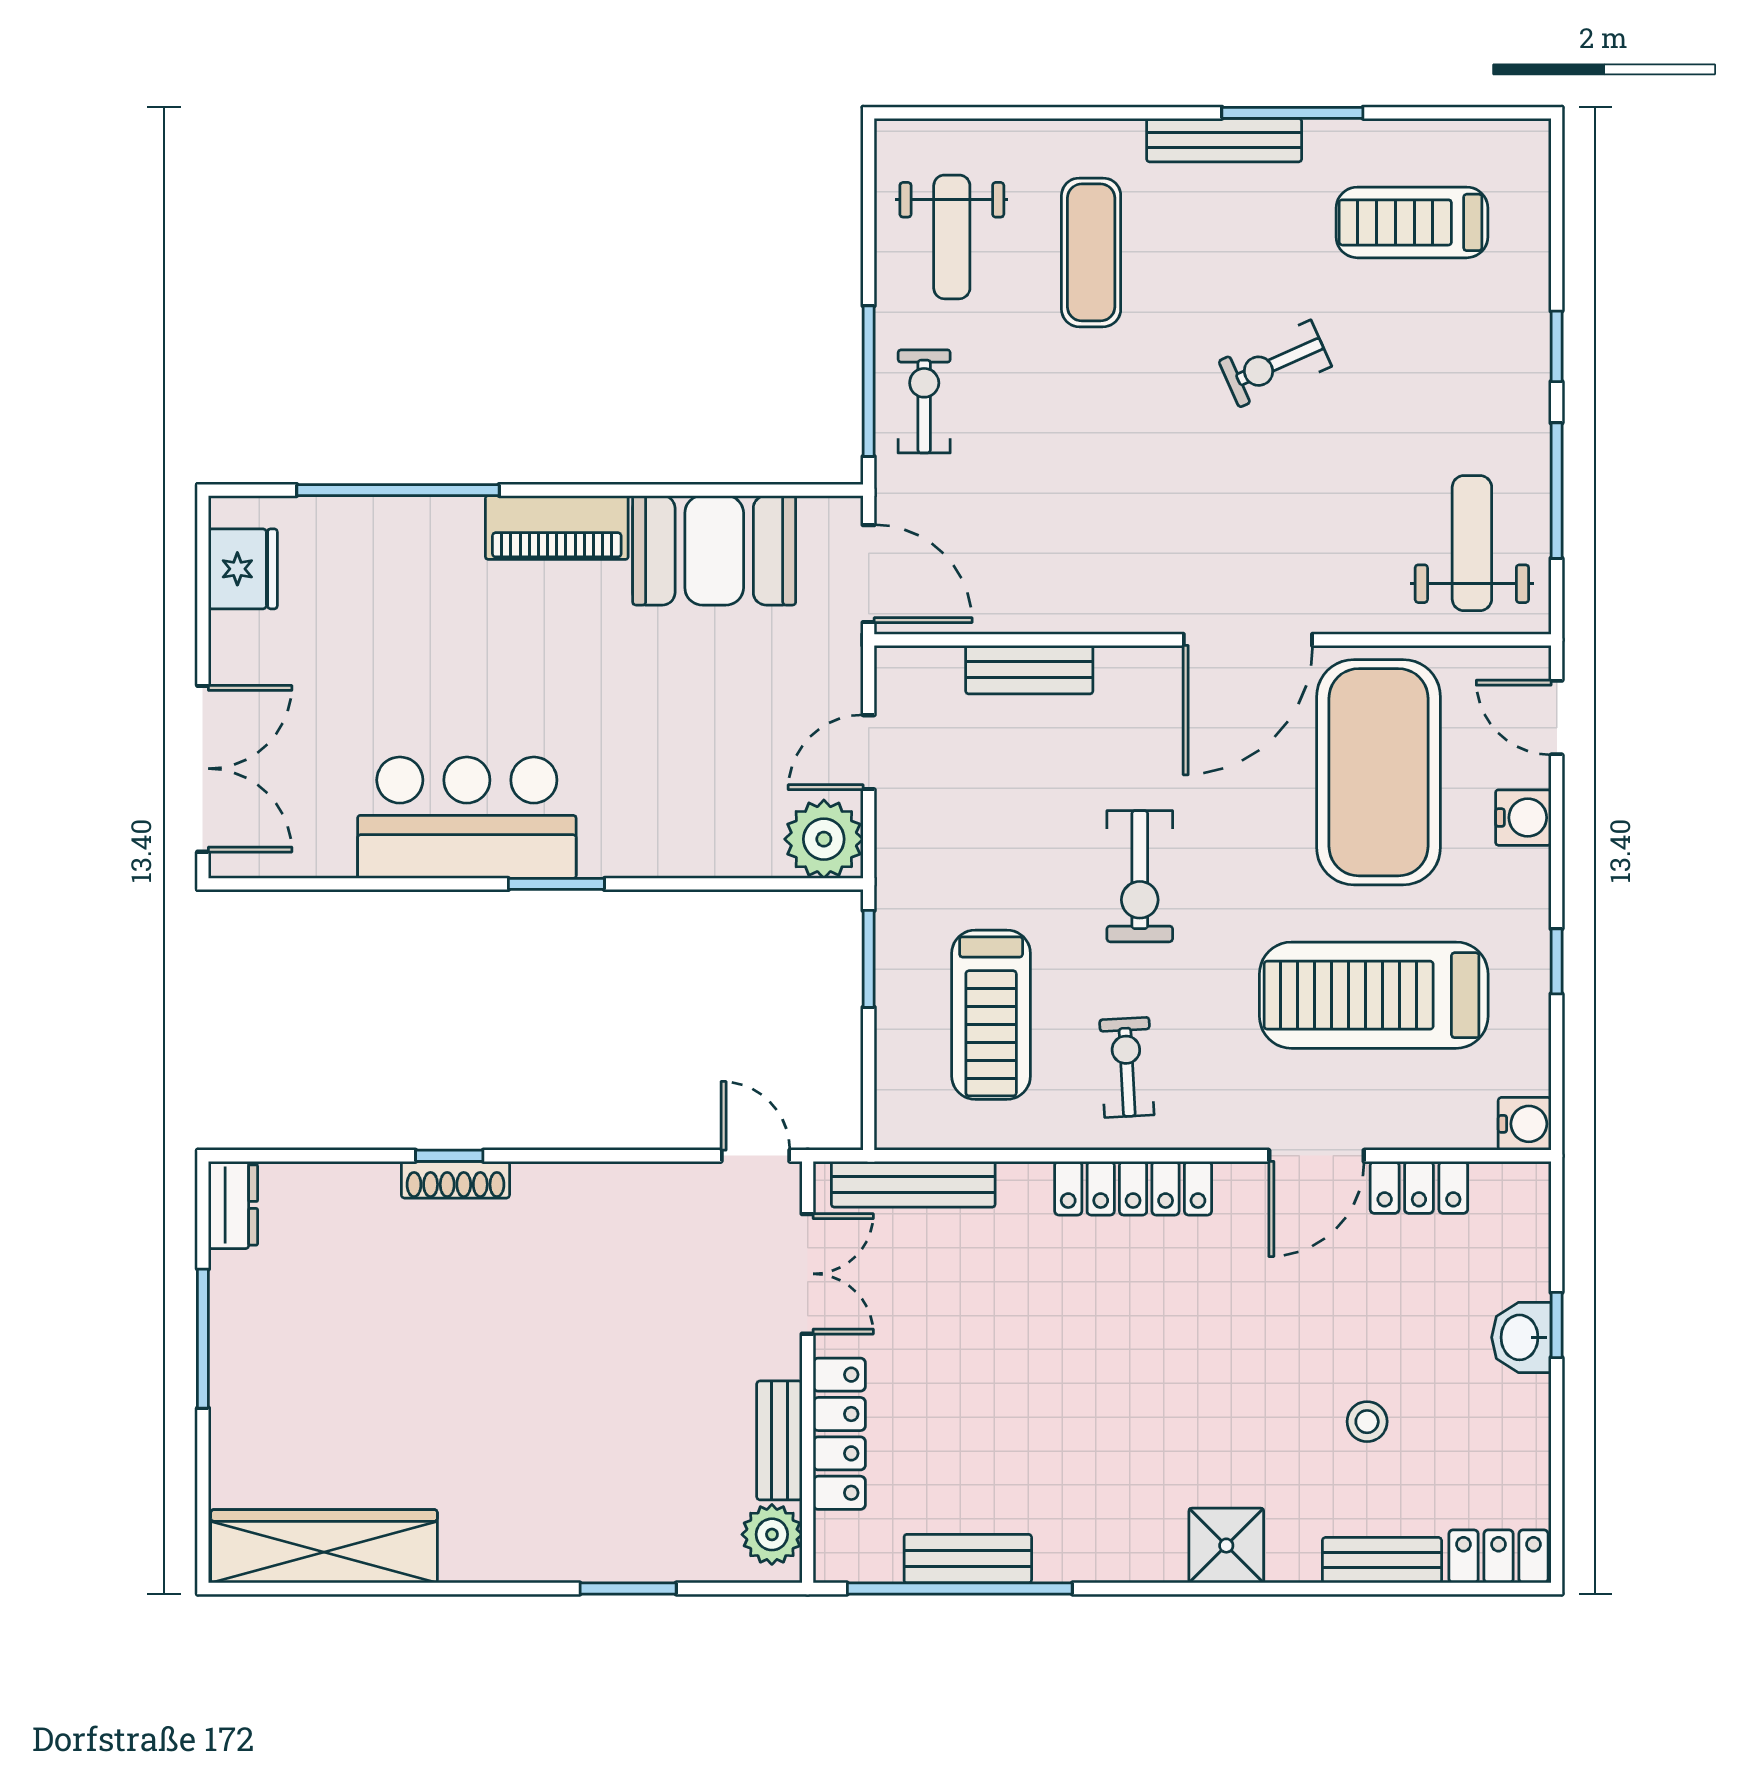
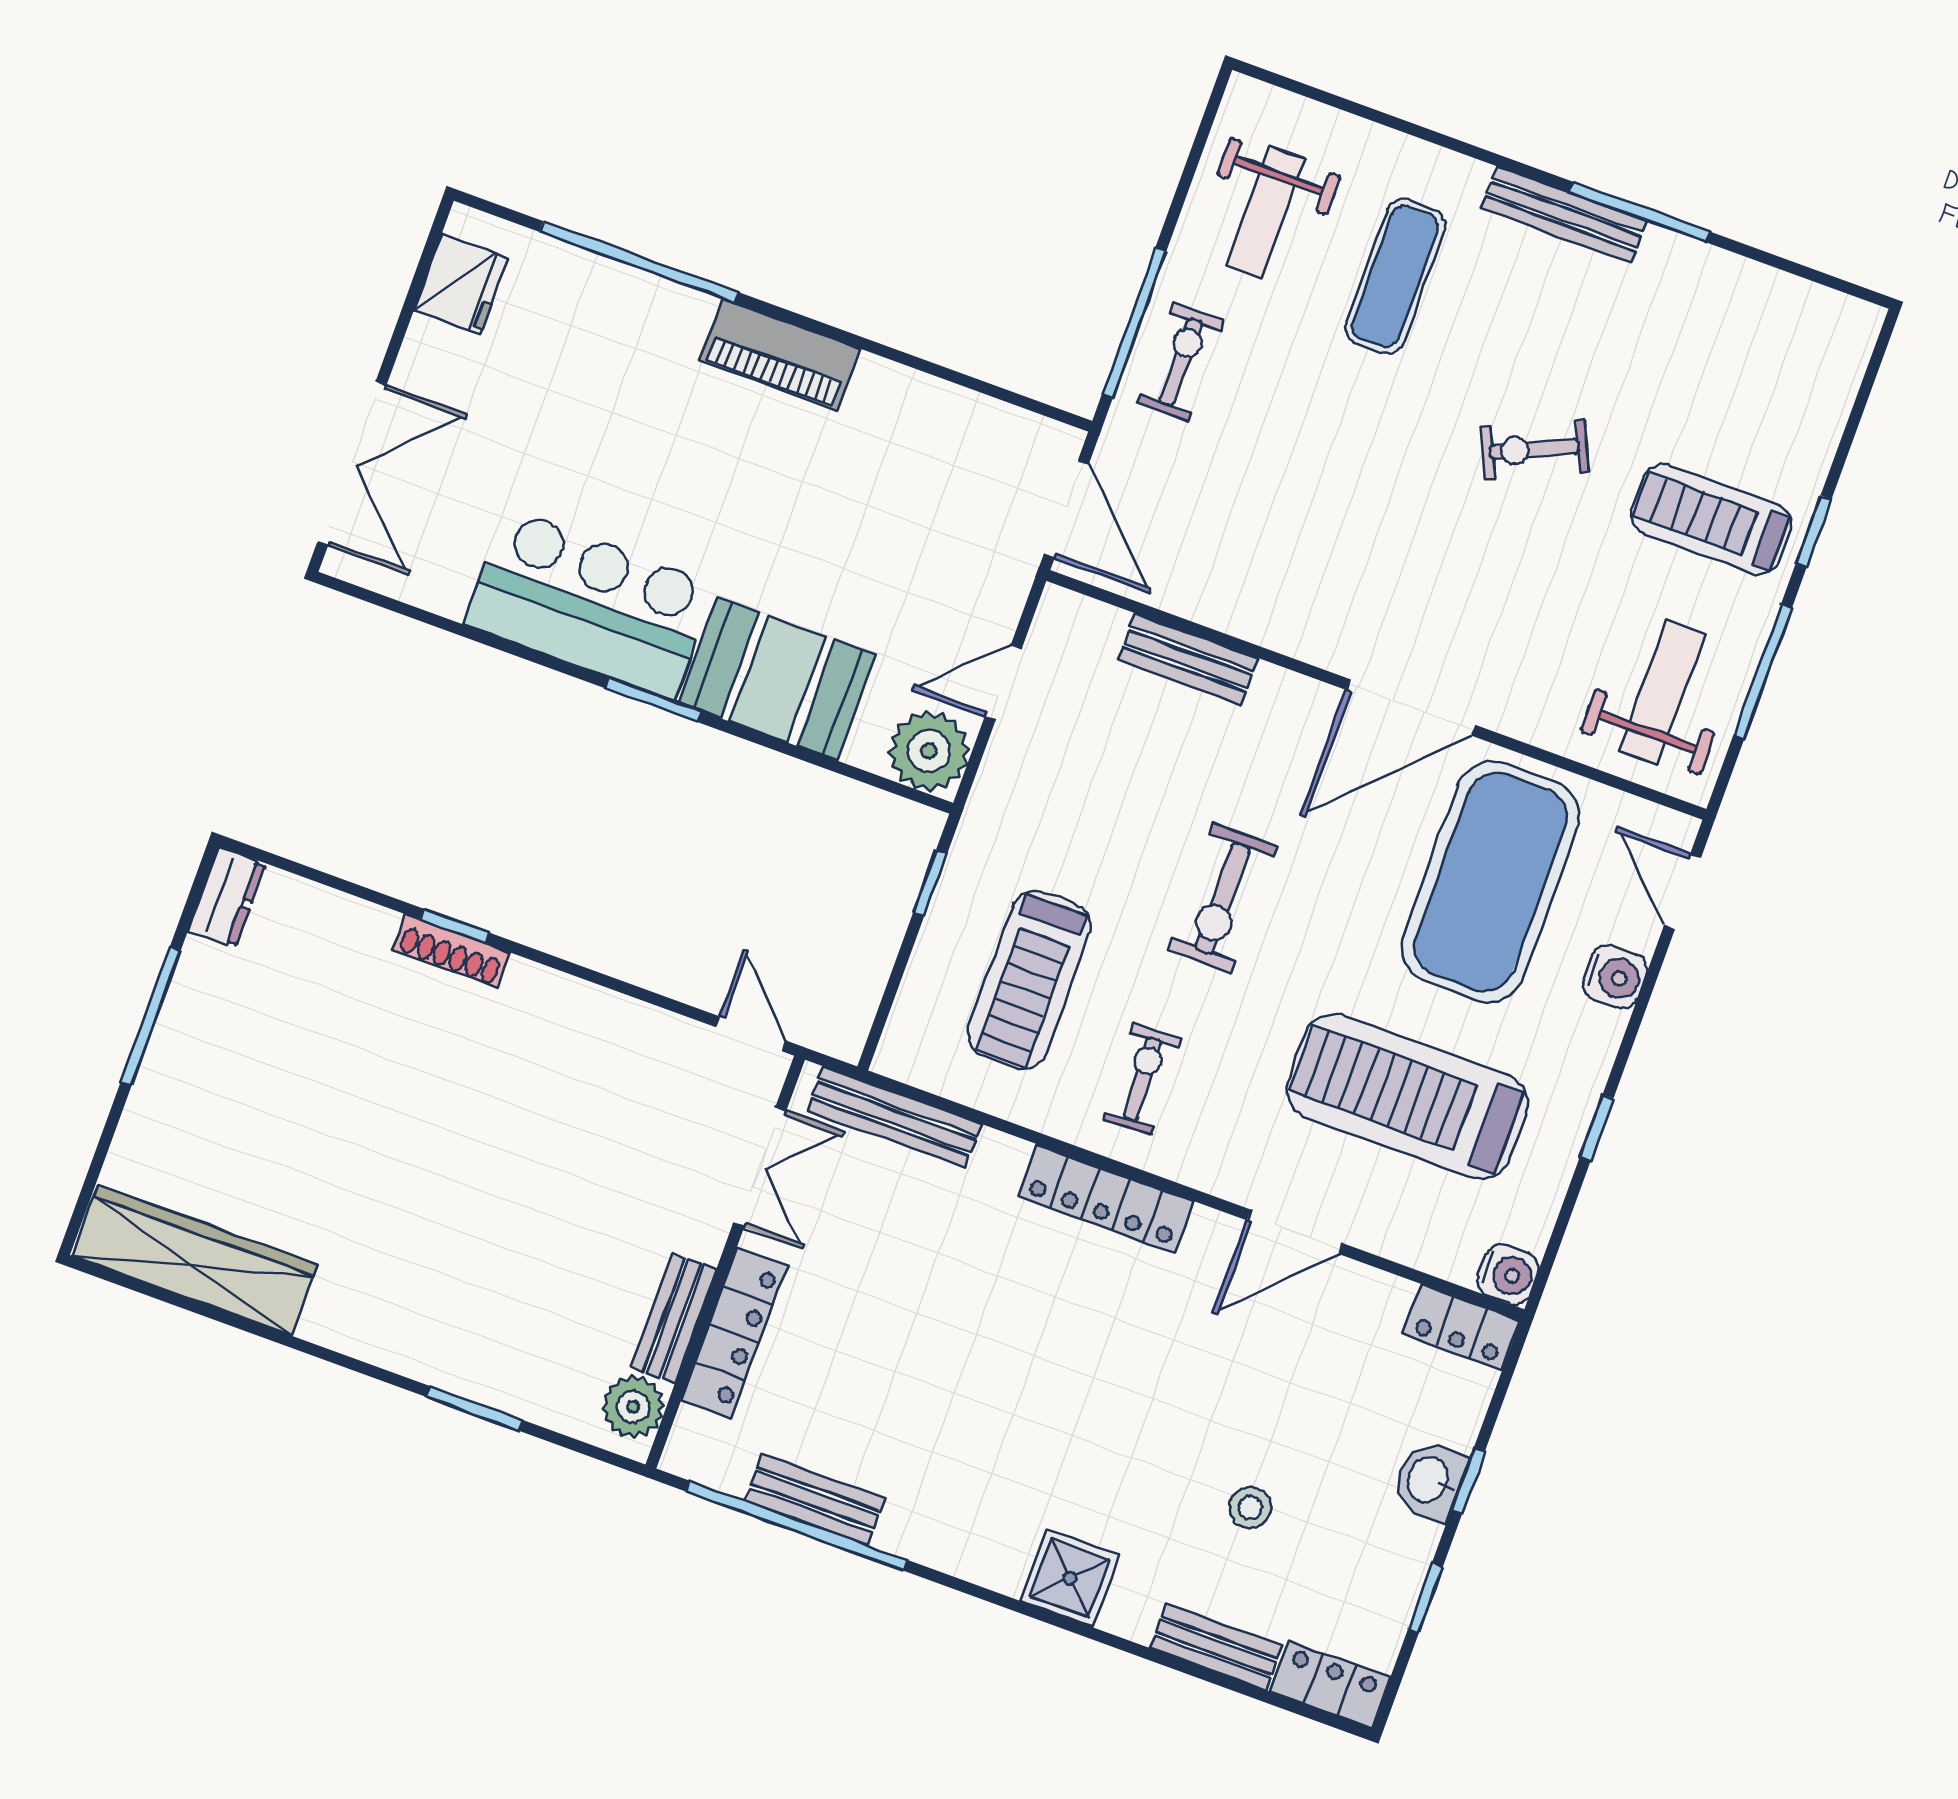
treadmill: (1412, 222) -> (1711, 519), moved
booth: (714, 550) -> (778, 679), moved
window: (869, 959) -> (930, 883), width x0.67
locker: (1419, 1187) -> (1461, 1327), moved
window: (1557, 1446) -> (1425, 1598), added

